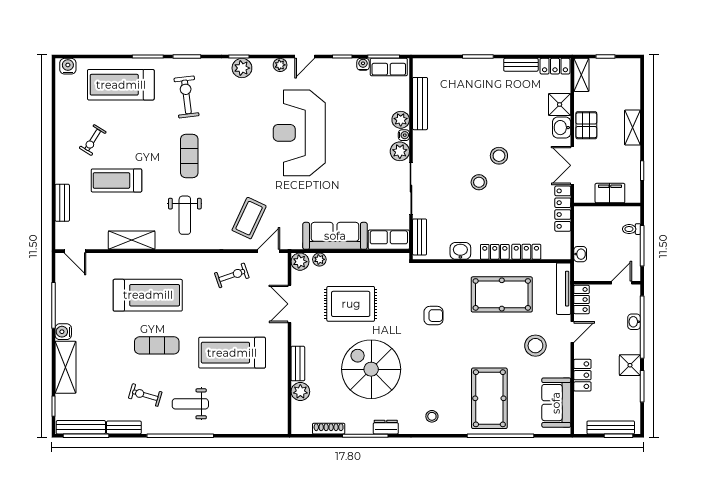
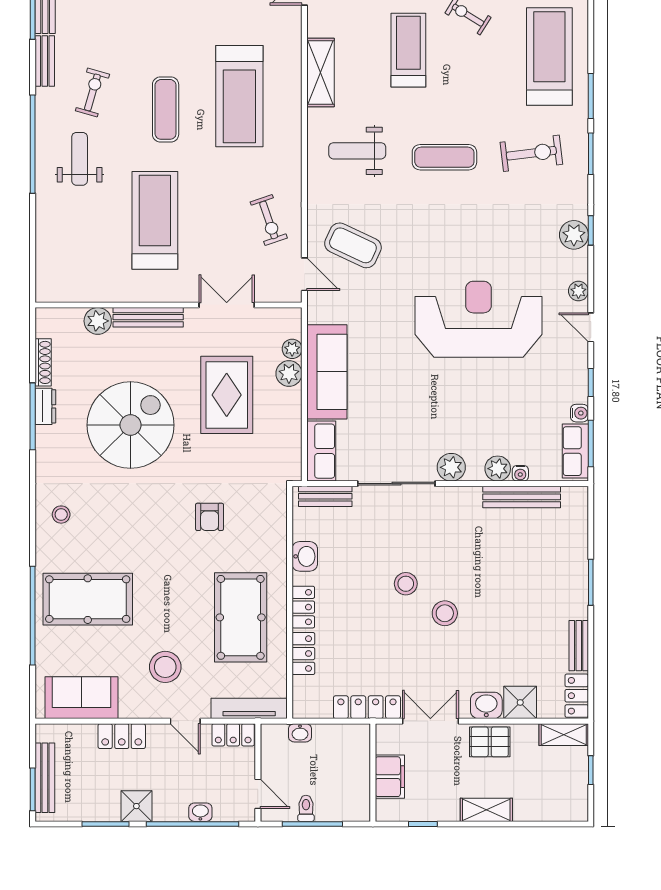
water cooler: (404, 135) -> (520, 473), moved
toilet: (631, 229) -> (306, 808), moved
plant: (300, 262) -> (289, 374), moved
bench: (298, 364) -> (148, 317), width x1.36
dresser: (386, 427) -> (45, 406), moved

